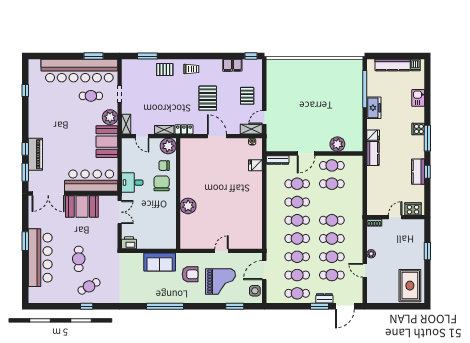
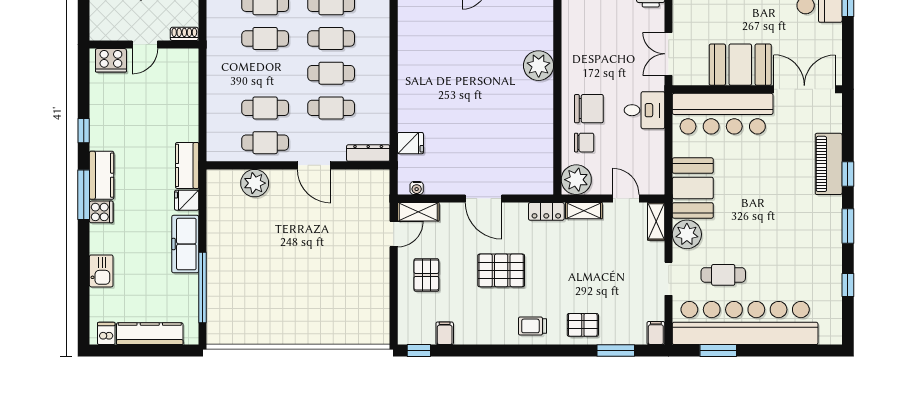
filing cabinet: (227, 65) -> (656, 333), moved
pallet: (208, 98) -> (501, 270), turned 90
freezer: (374, 108) -> (185, 244), width x1.40
door: (306, 153) -> (314, 165), swing flipped
window: (25, 172) -> (848, 226), moved
kitchen counter: (418, 172) -> (102, 175), moved
chair: (162, 183) -> (589, 109), turned -90

